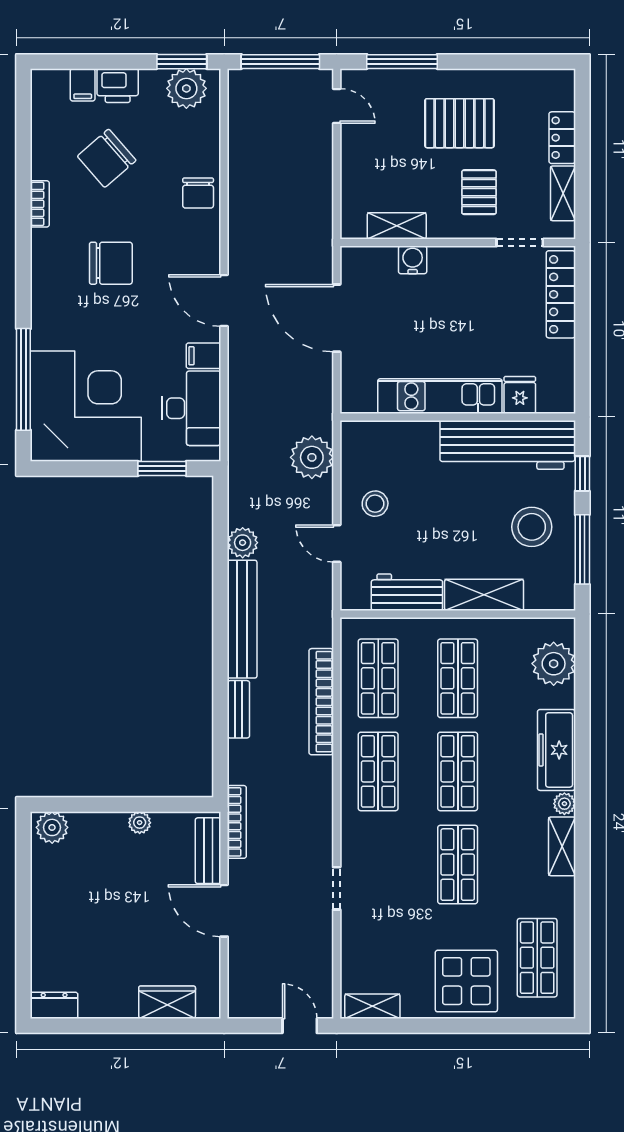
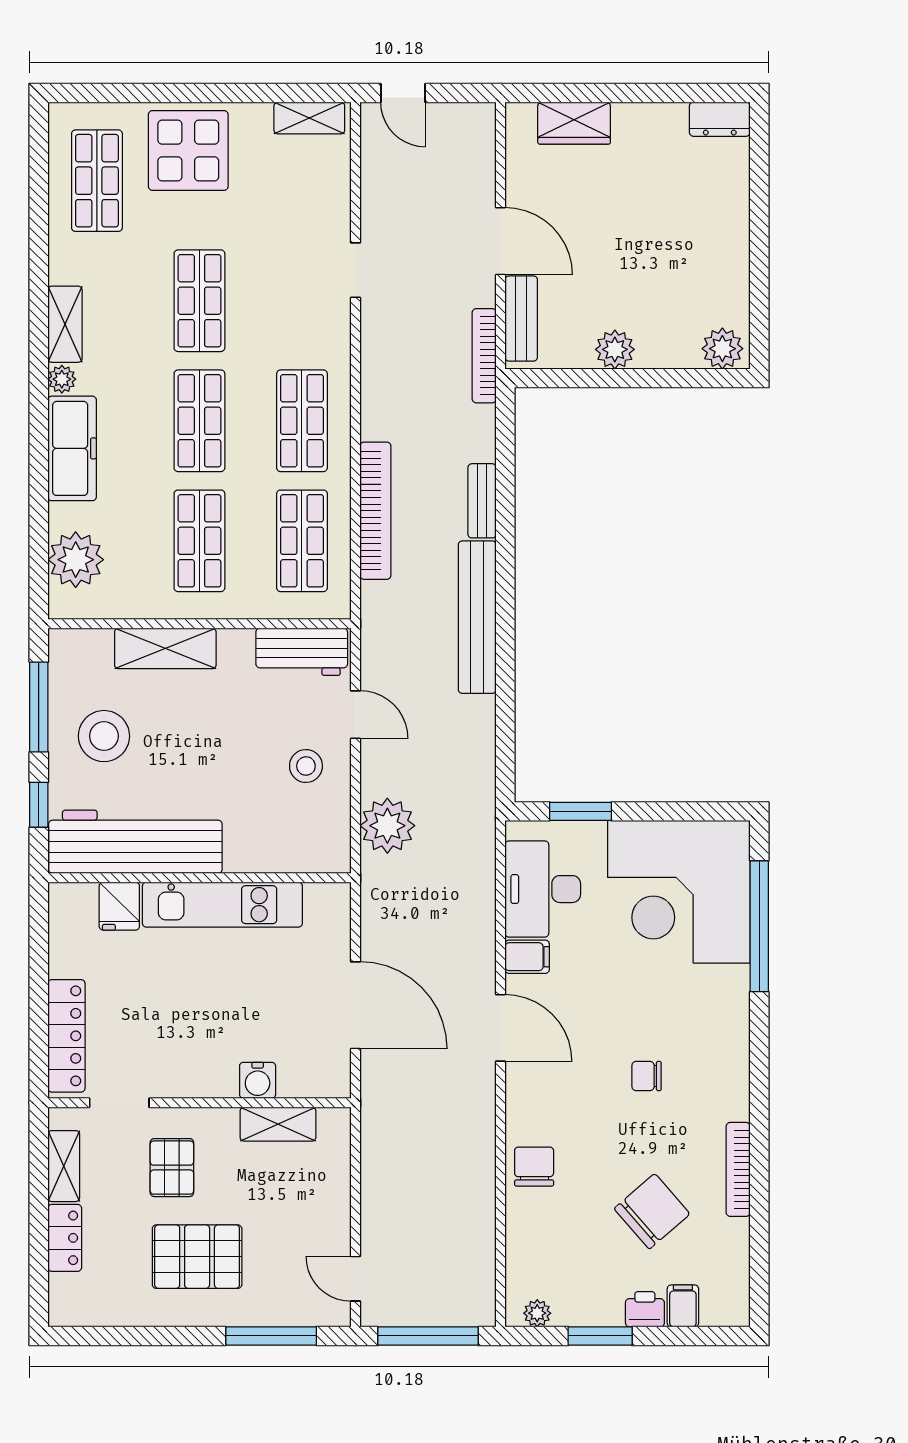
window: (182, 62) -> (600, 1336), moved
printer: (118, 86) -> (645, 1309), width x0.73, depth x0.81
plant: (186, 88) -> (537, 1313), width x0.53, depth x0.53
bookcase: (40, 204) -> (738, 1169), width x1.56
chair: (111, 263) -> (647, 1076), width x0.54, depth x0.54
plant: (243, 543) -> (477, 716), removed
workbench: (407, 592) -> (302, 652), moved
plant: (140, 823) -> (615, 349), width x1.38, depth x1.38

